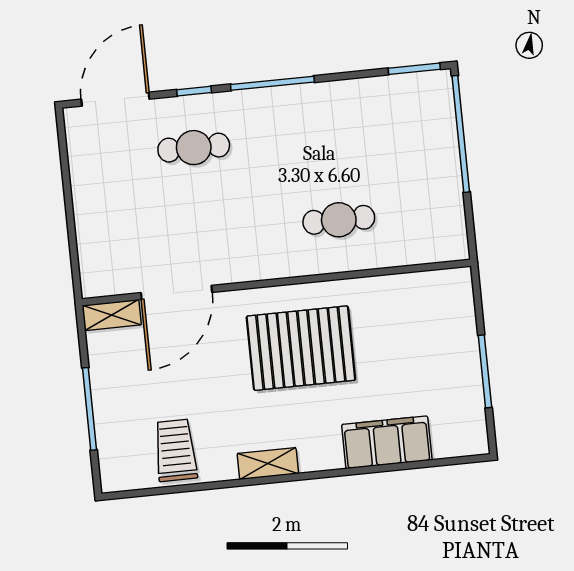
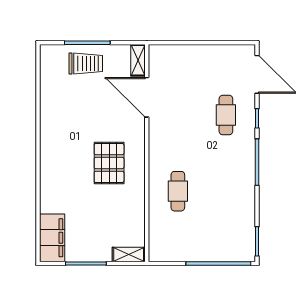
pallet: (301, 348) -> (109, 163), width x0.73, depth x0.71
filing cabinet: (387, 442) -> (52, 238), moved
trolley: (176, 450) -> (86, 64), moved
shelving: (268, 464) -> (129, 254), moved, turned 90

